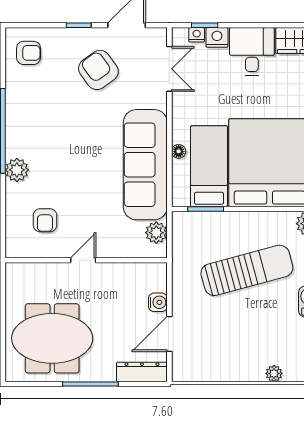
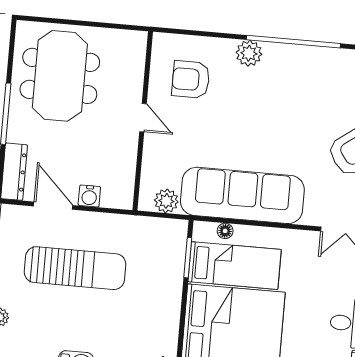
floor lamp: (179, 151) -> (225, 231), moved
armchair: (45, 220) -> (191, 79), width x1.38, depth x1.38
sun lounger: (247, 270) -> (75, 268), moved, turned -75

